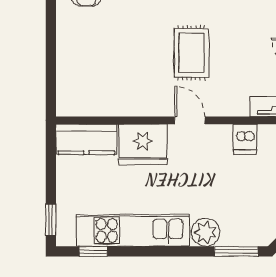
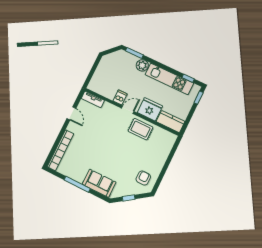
rug: (192, 53) -> (140, 129), moved, turned 90
door: (190, 120) -> (128, 110), swing flipped
dishwasher: (245, 139) -> (120, 97), moved

